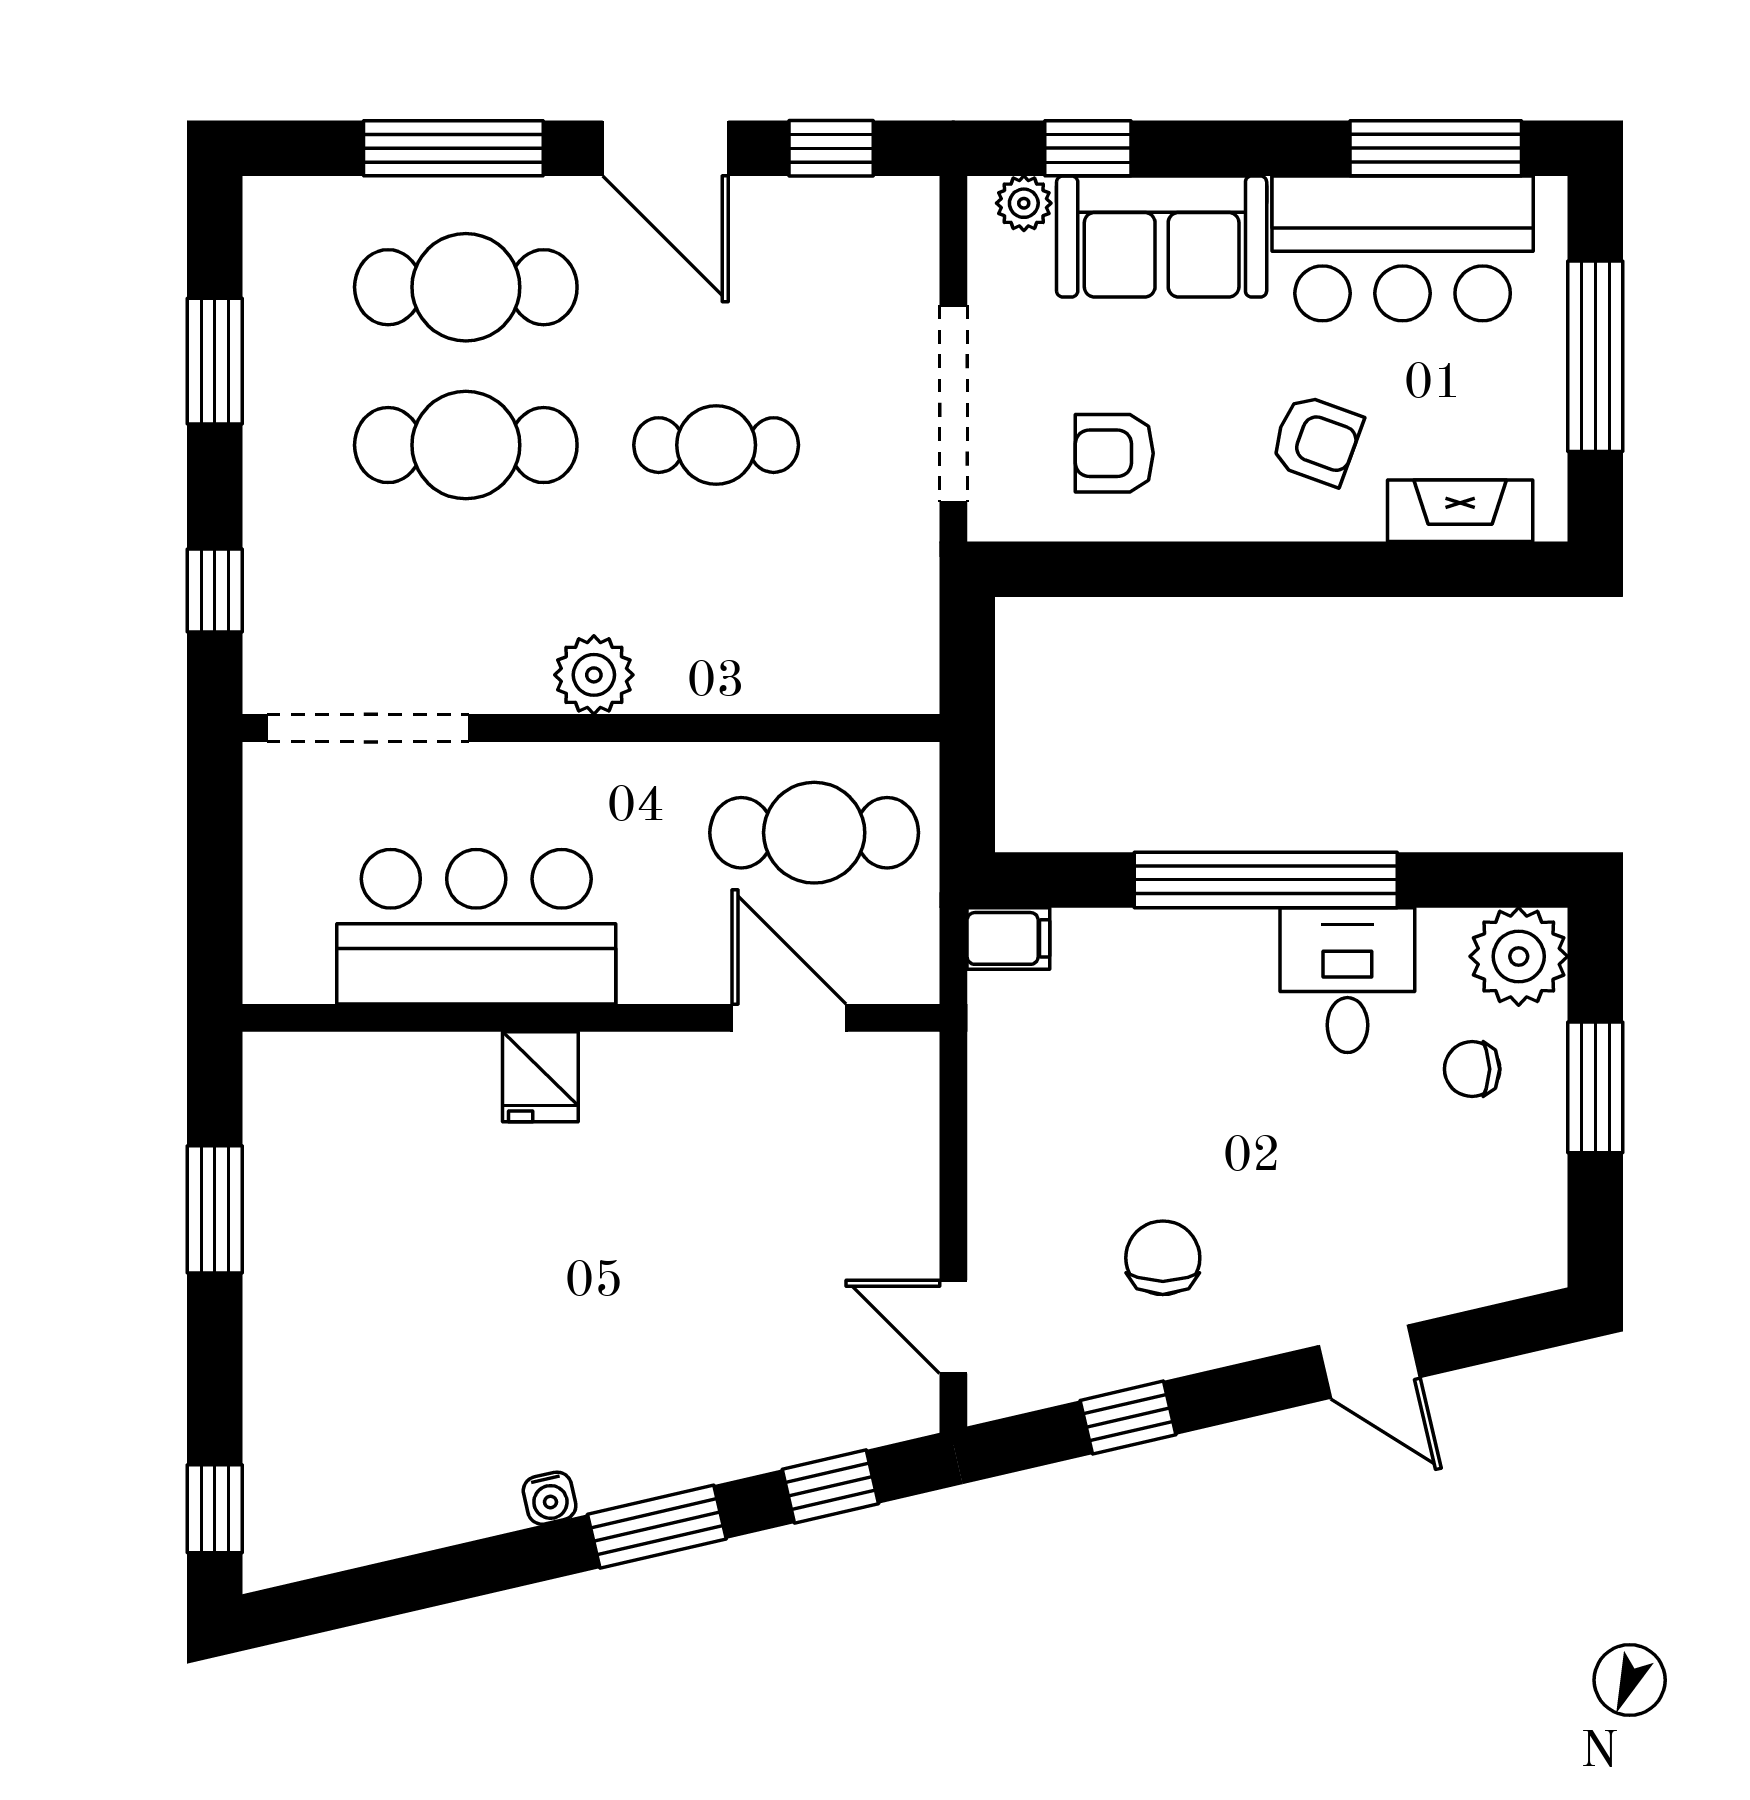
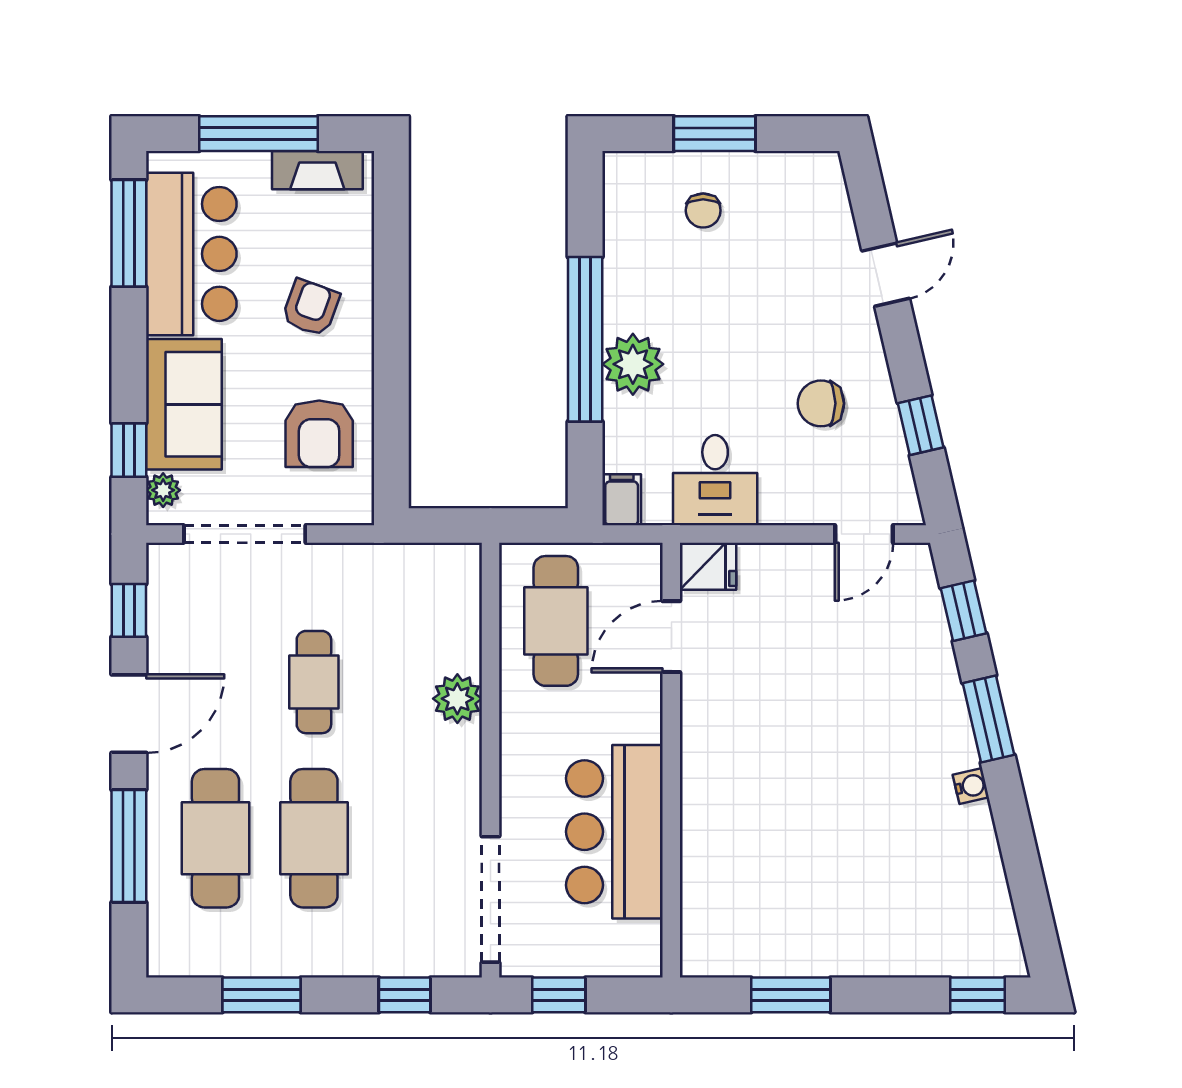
doorway: (953, 404) -> (245, 534), moved
armchair: (1114, 453) -> (319, 434), width x1.38, depth x1.38
fireplace: (1460, 511) -> (317, 170), moved, turned -90
plant: (594, 675) -> (457, 699), moved
window: (215, 838) -> (559, 995), added
plant: (1519, 956) -> (633, 364), moved
desk: (1347, 980) -> (715, 480), moved, turned -90
fridge: (540, 1077) -> (708, 566), moved

